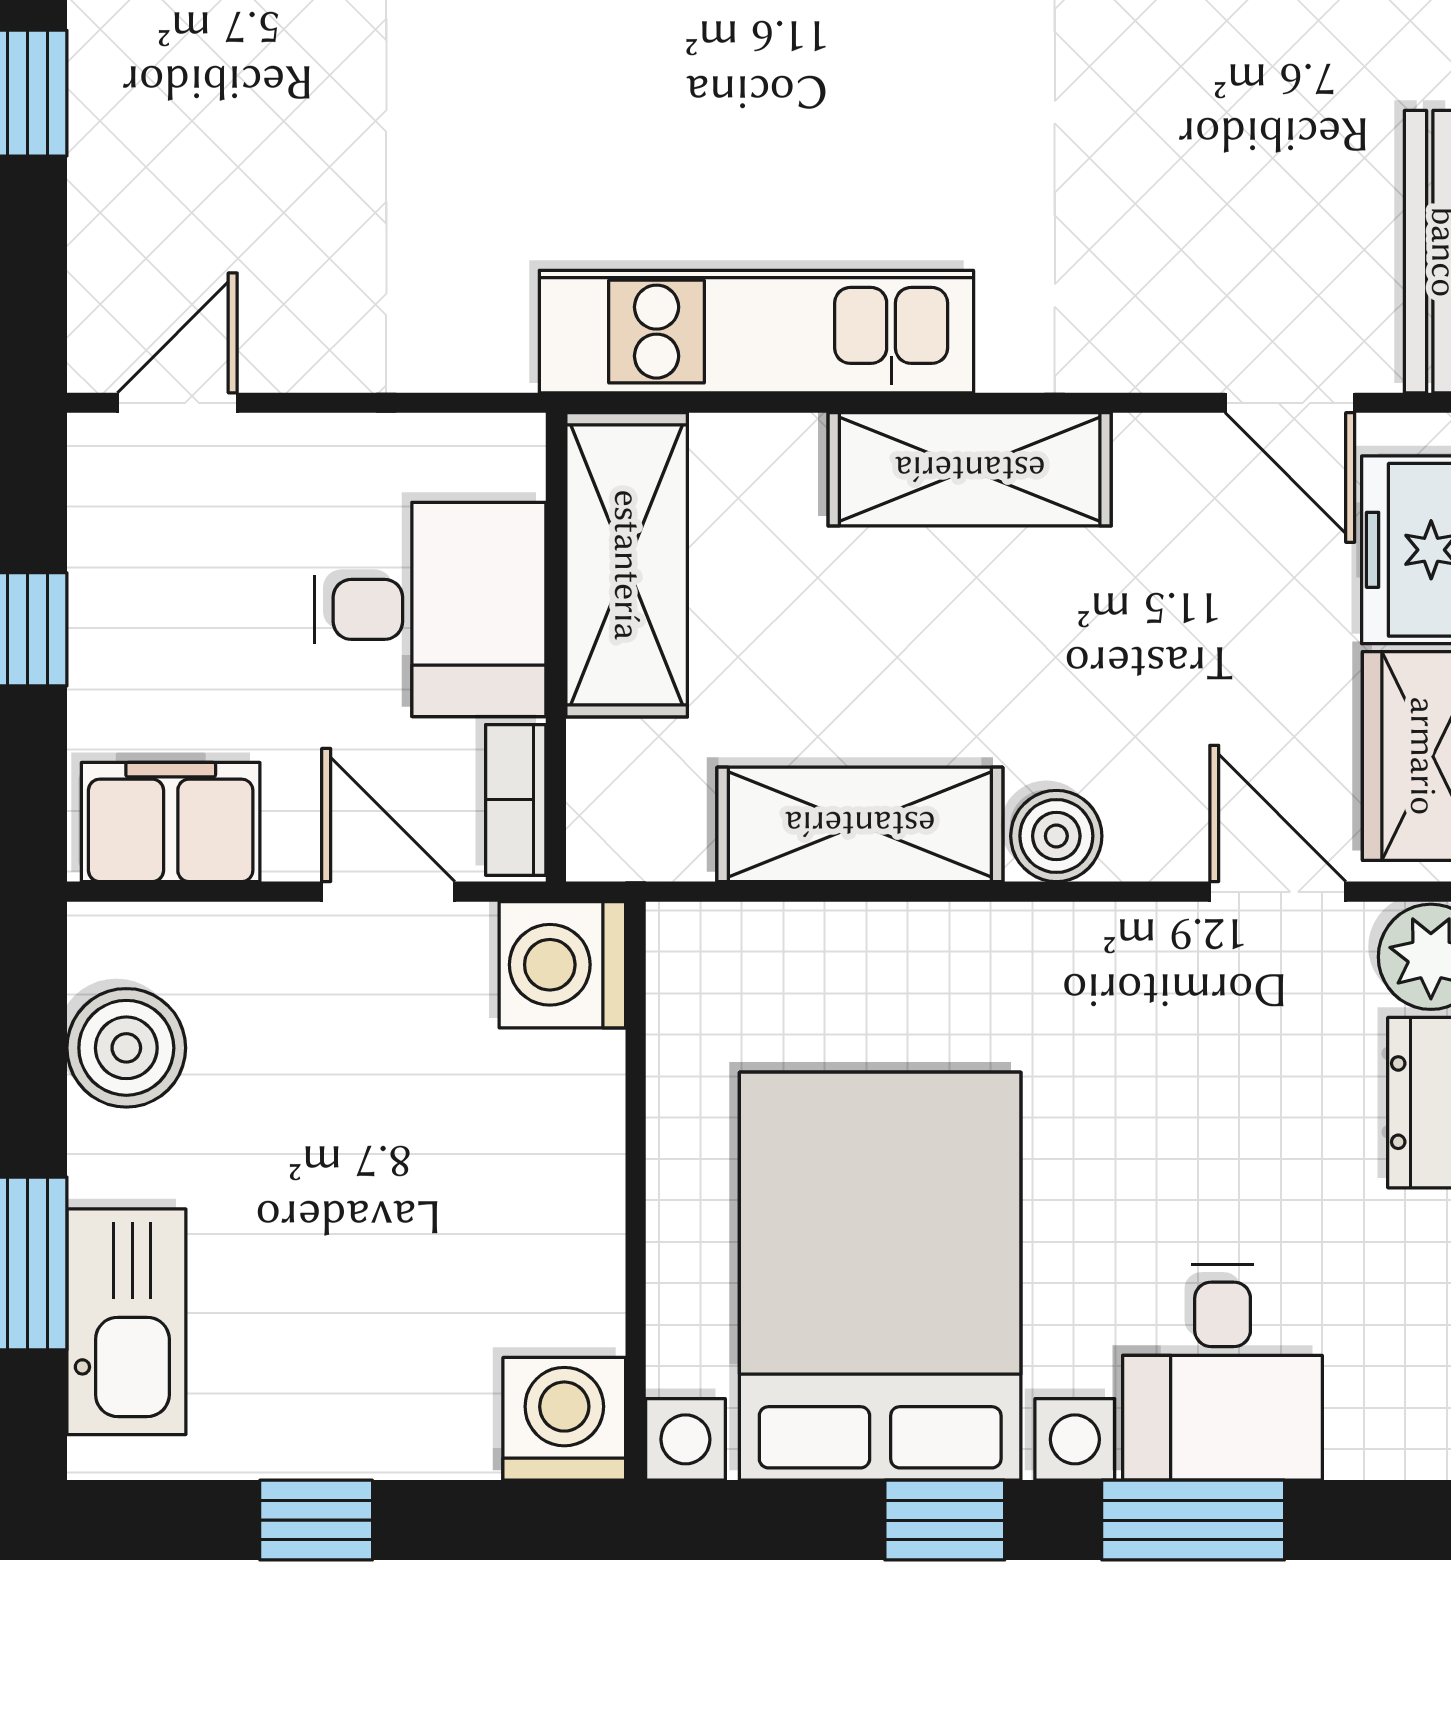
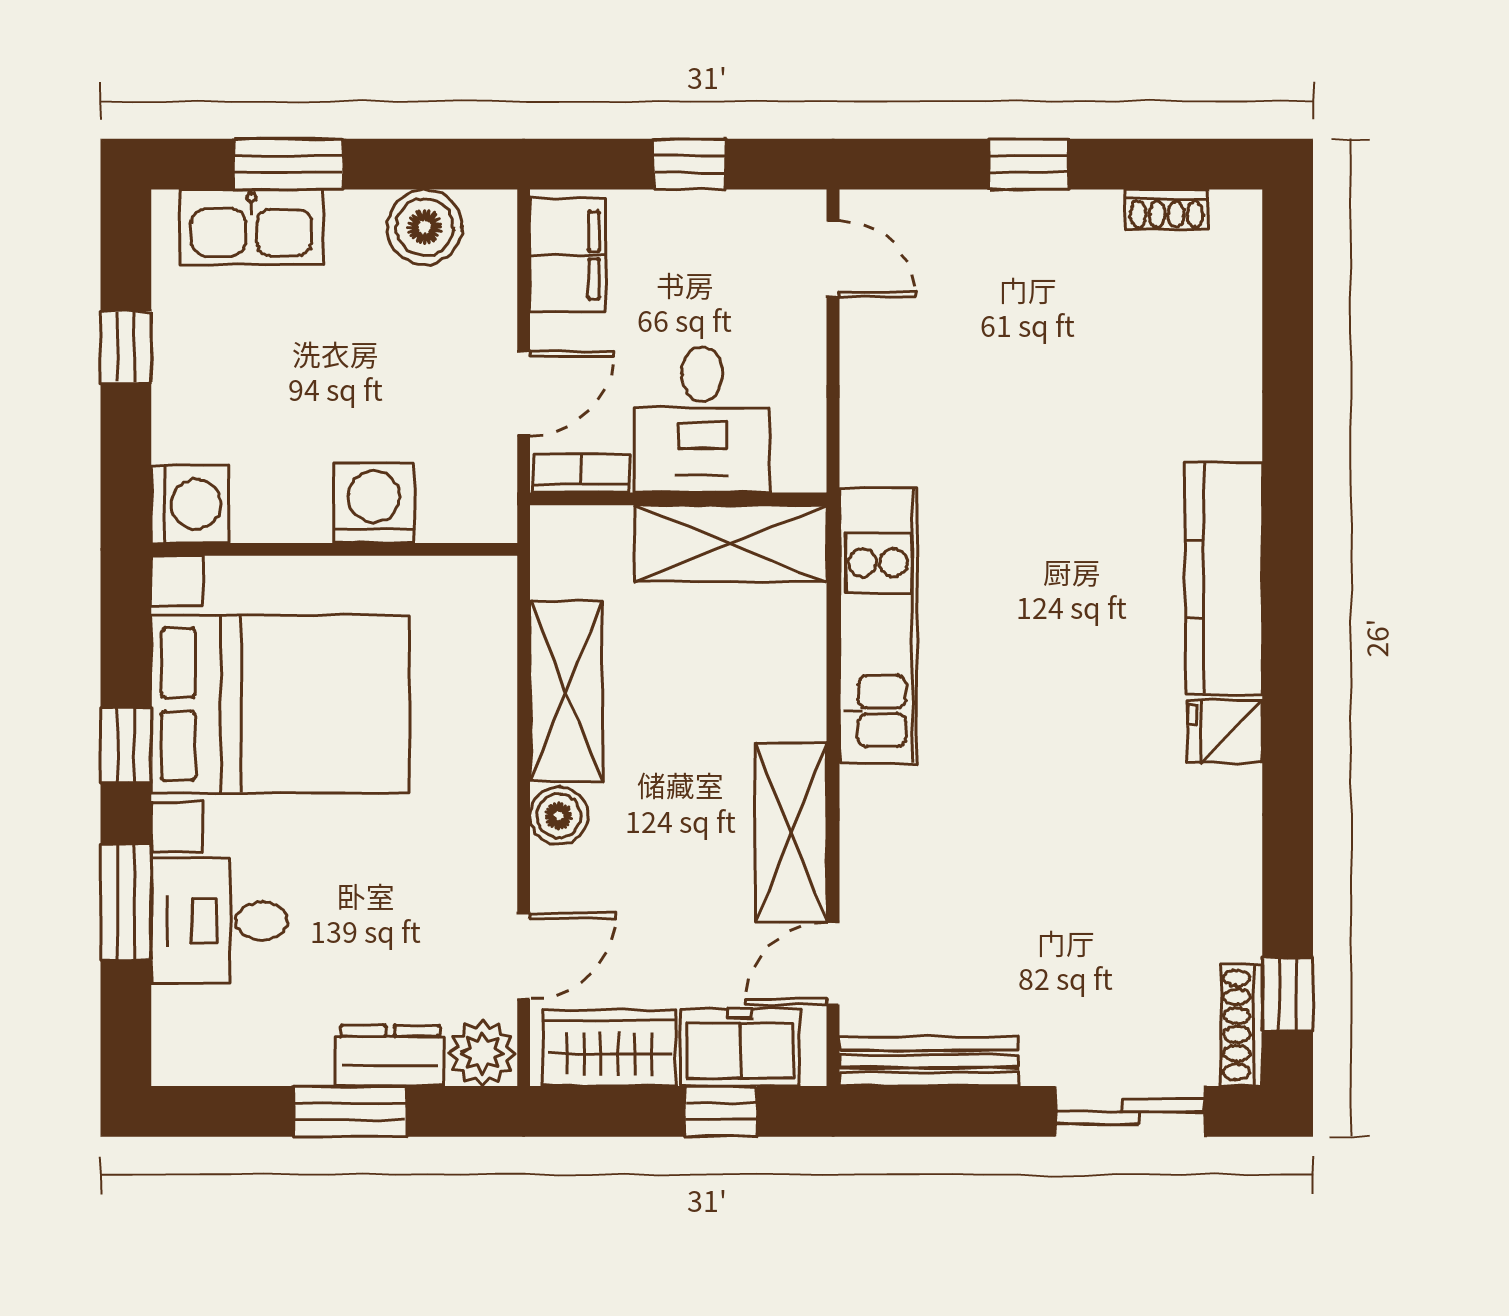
shelving: (970, 469) -> (791, 832), moved
washing machine: (562, 965) -> (374, 503), moved

